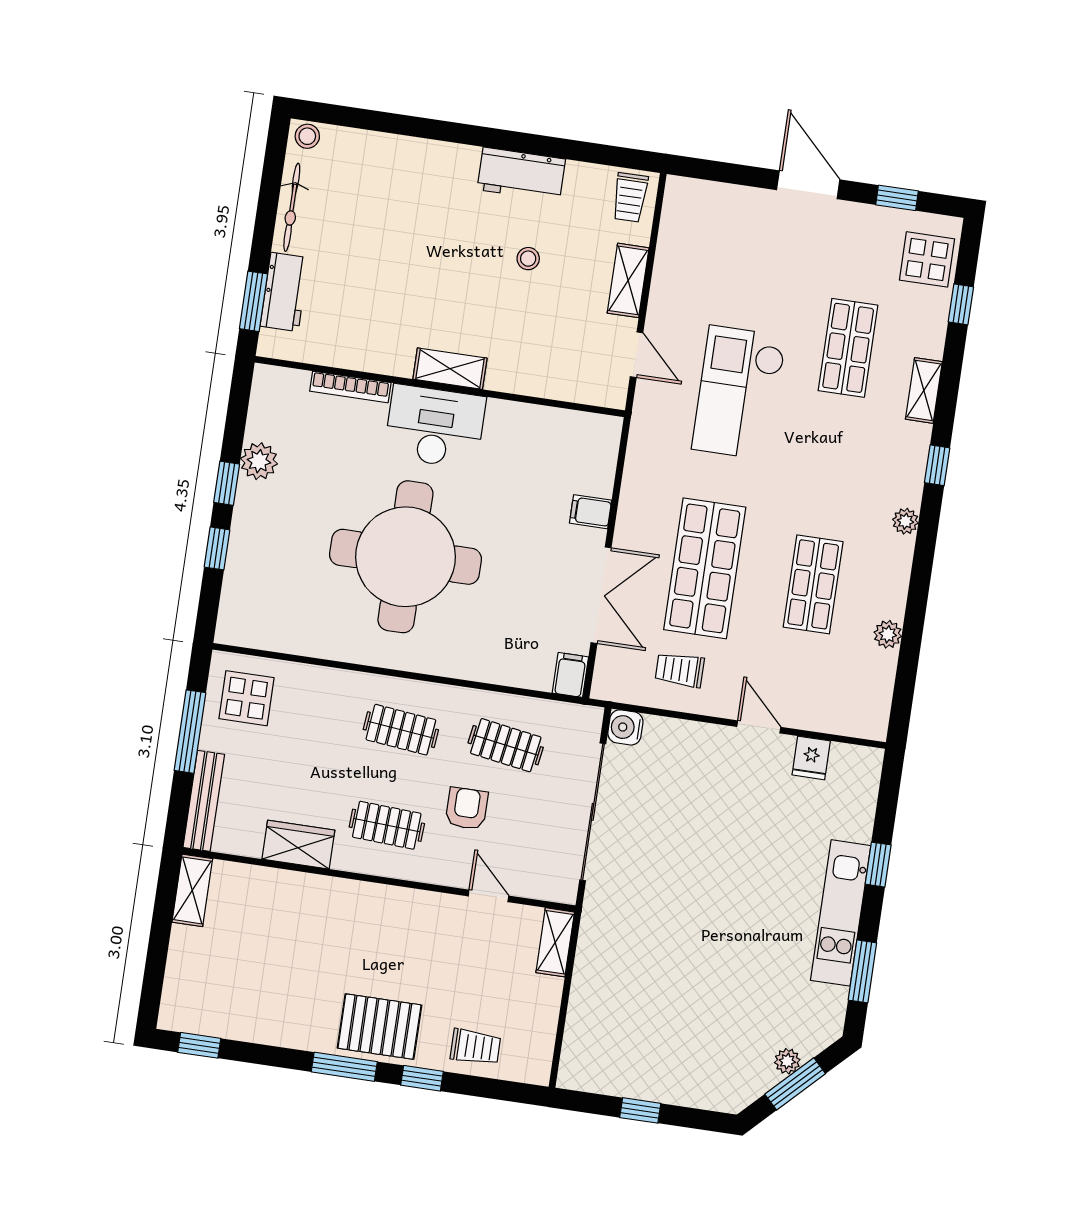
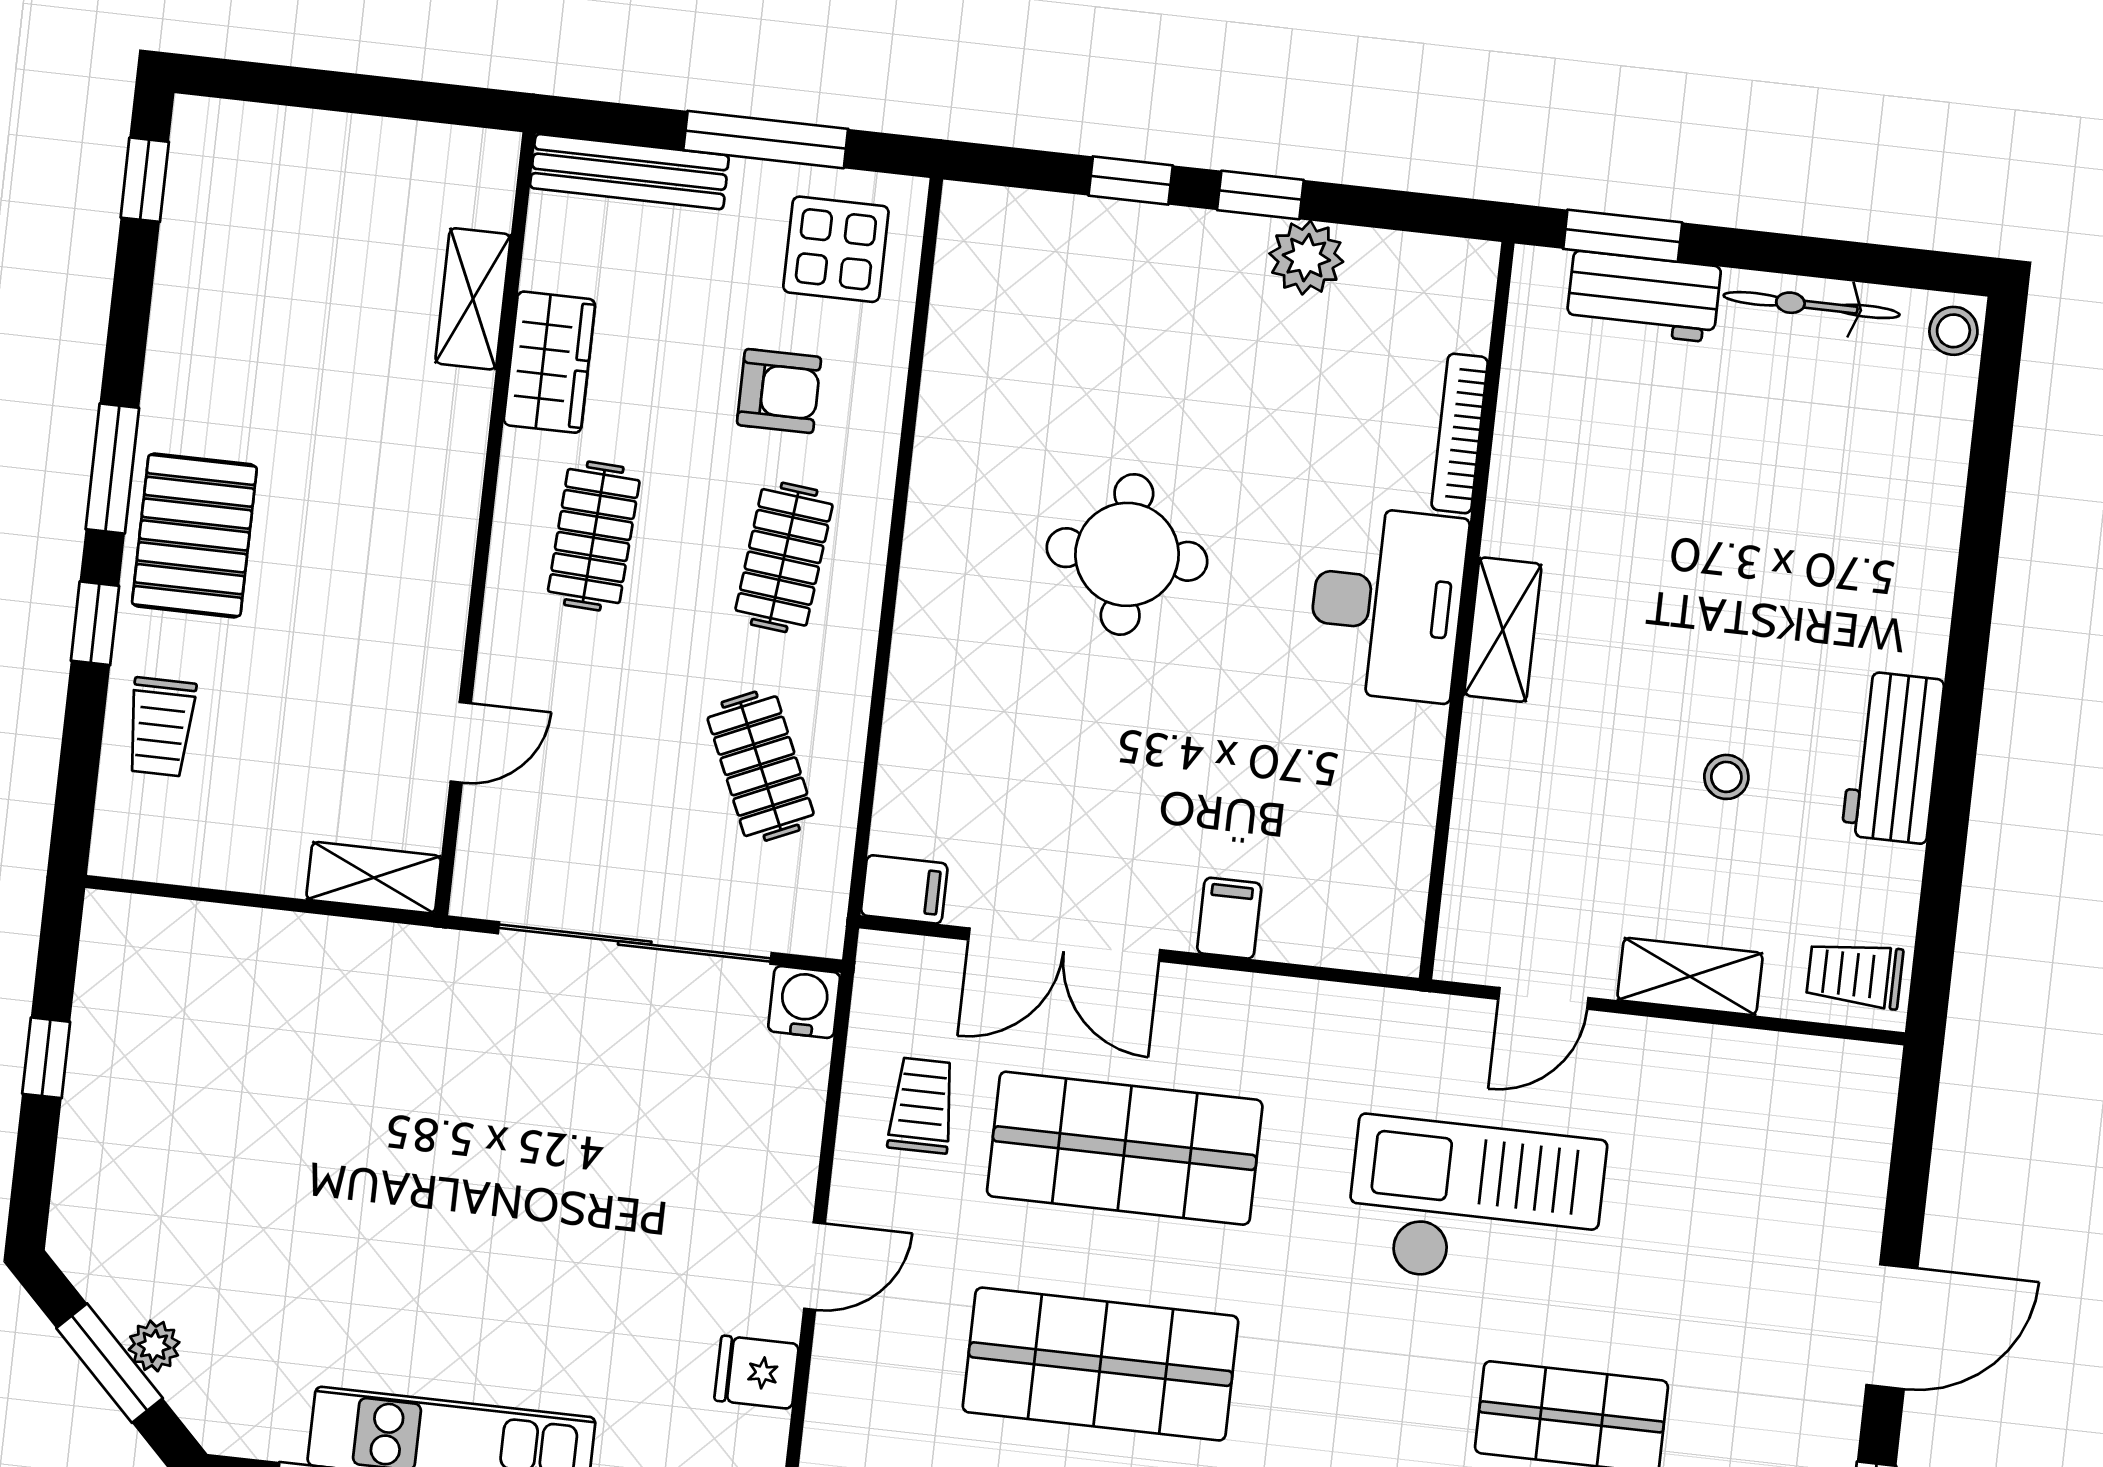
round table: (405, 557) -> (1127, 554), width x0.54, depth x0.54
shop shelf: (813, 584) -> (1100, 1364), width x1.43, depth x1.36
clothes rail: (506, 745) -> (761, 766), turned -33
armchair: (467, 808) -> (779, 391), moved
shelving: (192, 890) -> (473, 299), moved, turned 90

